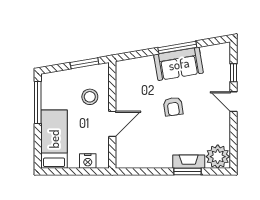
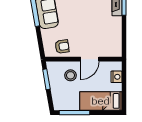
armchair: (173, 107) -> (62, 46), moved
door: (112, 124) -> (90, 59), swing flipped

